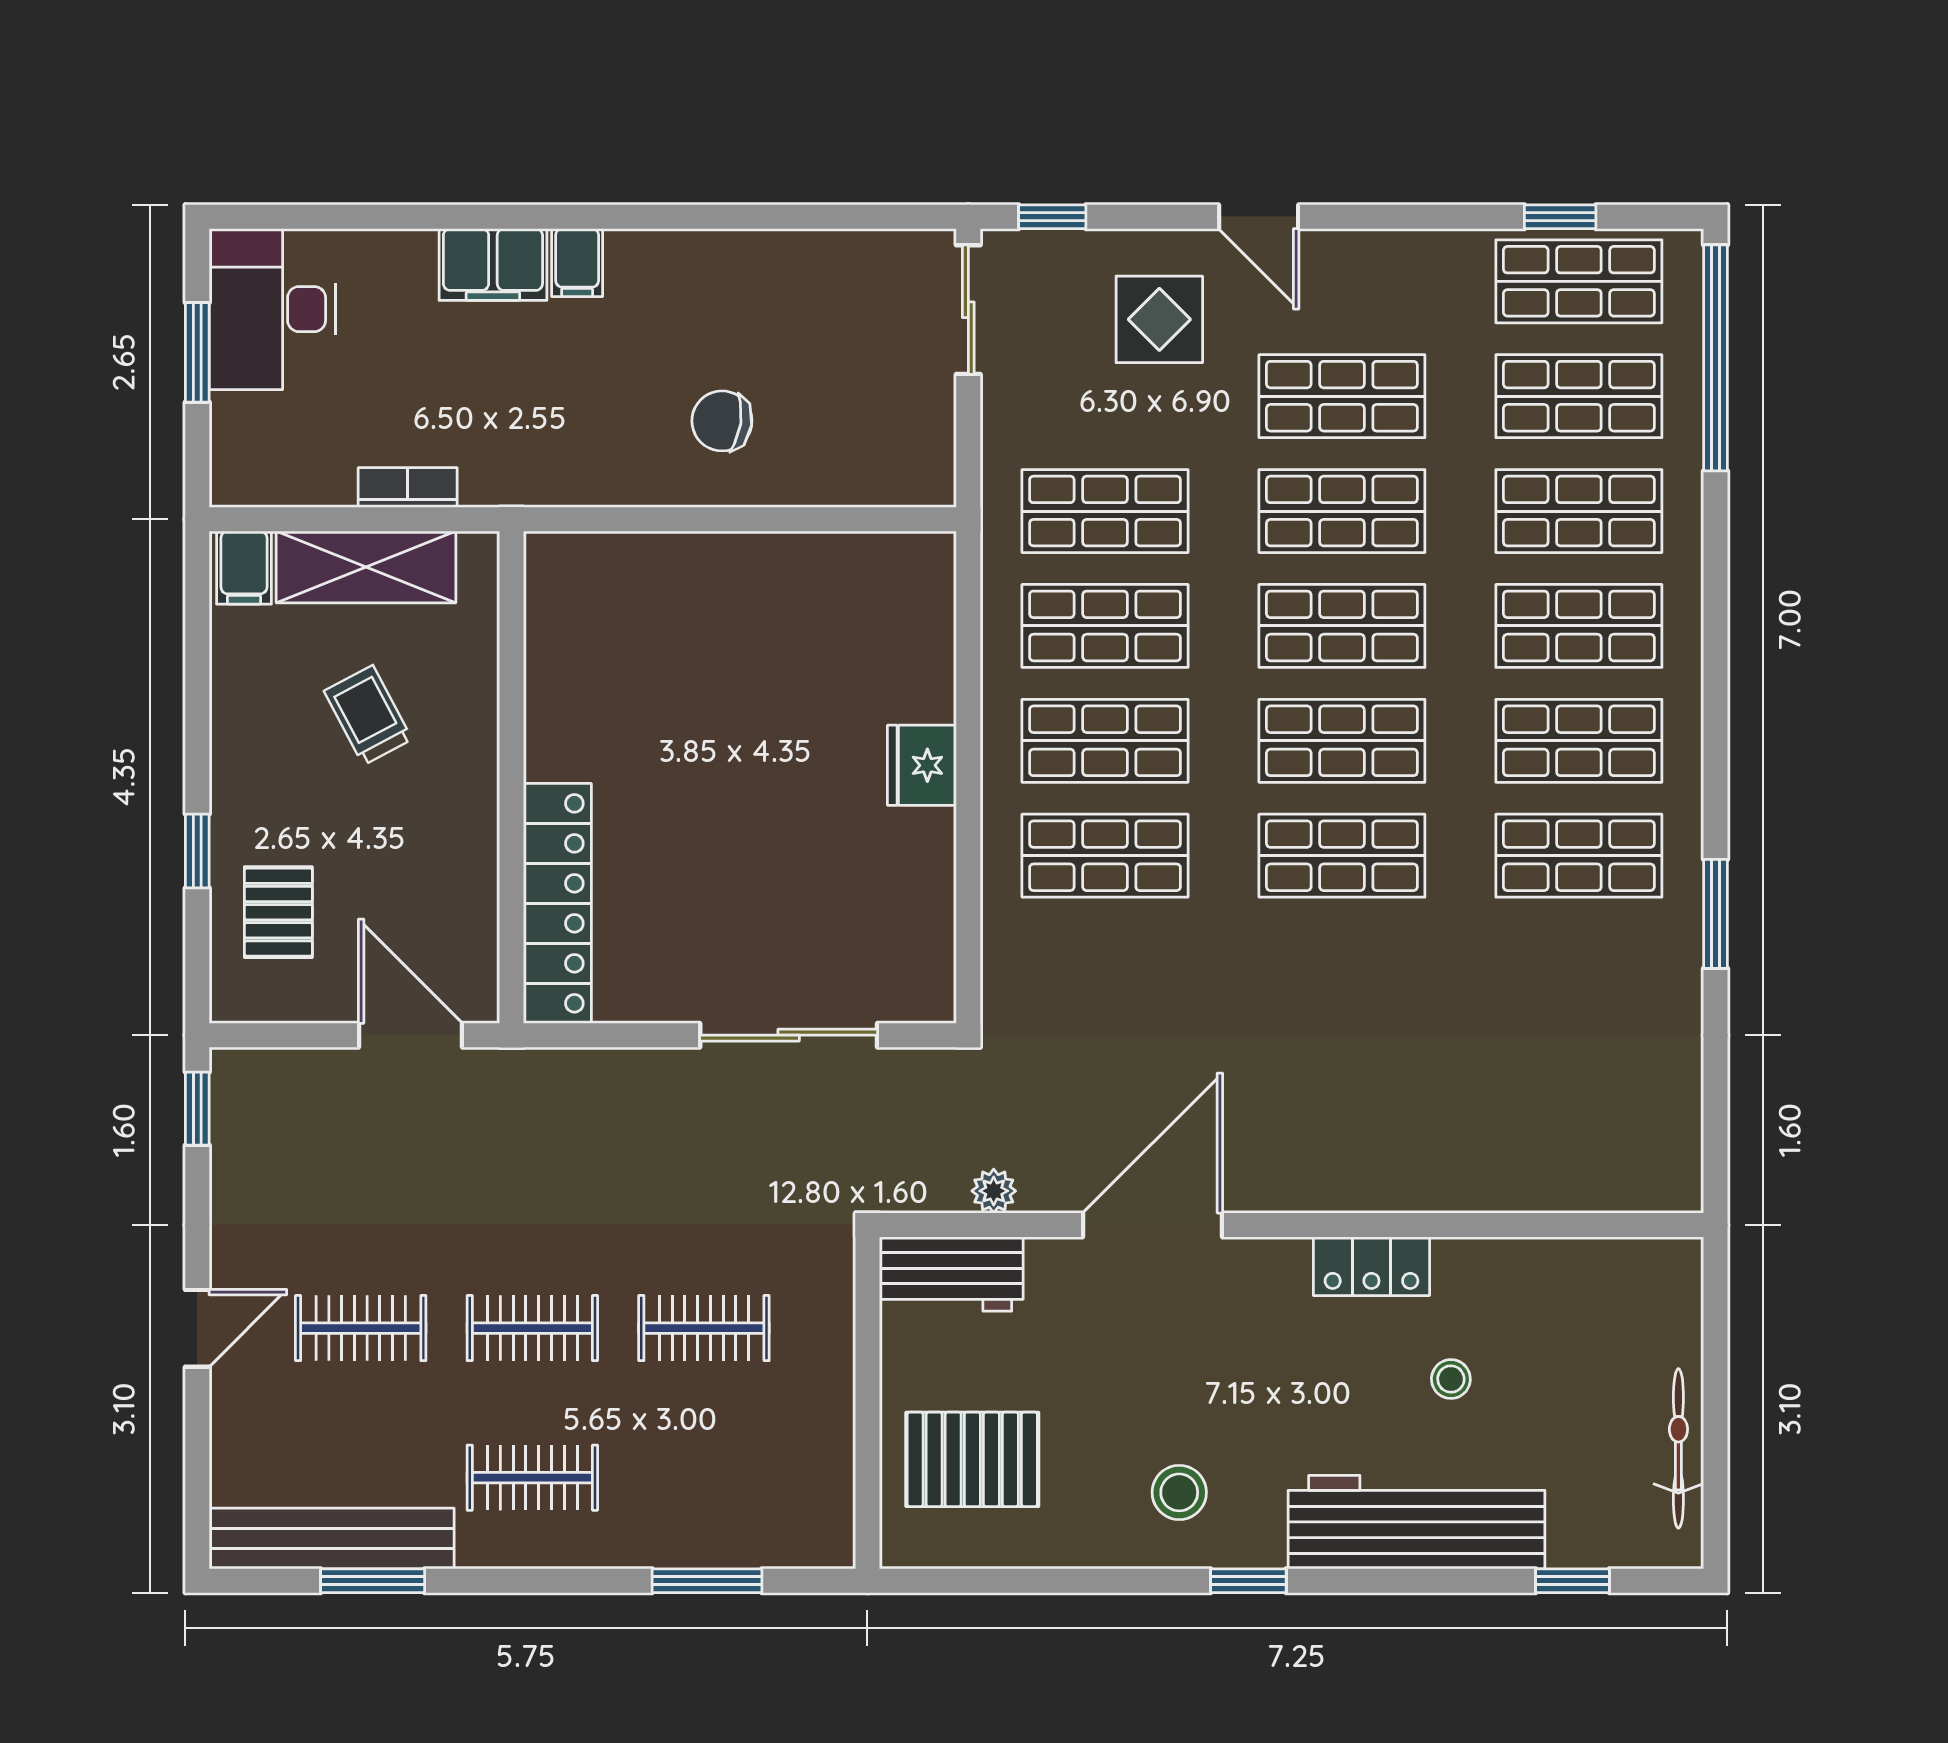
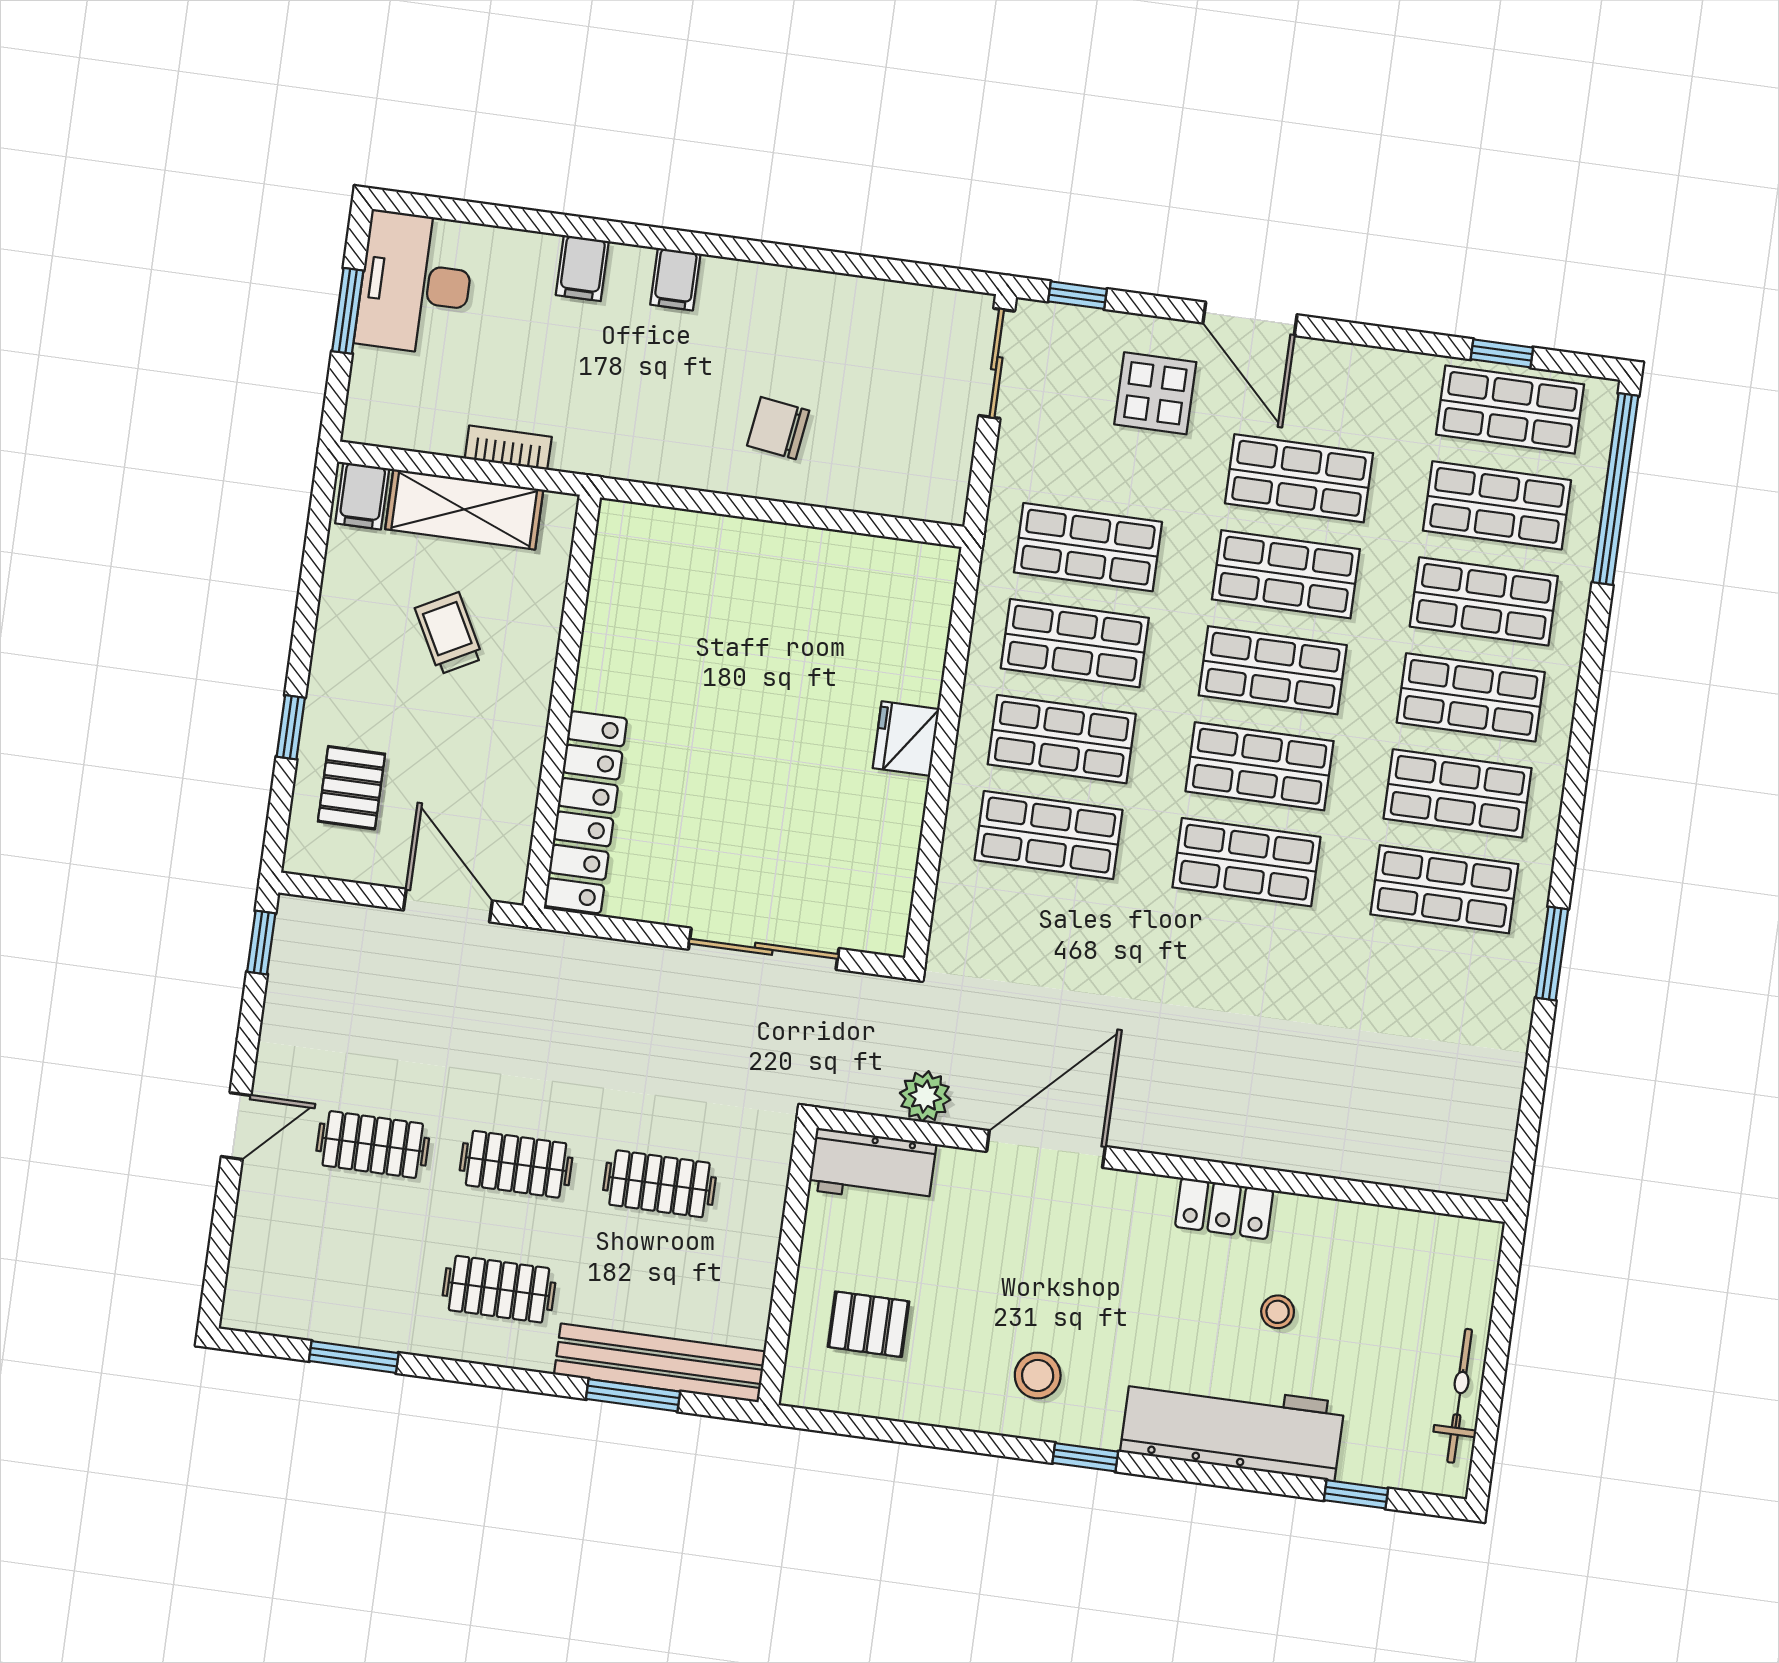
door: (1259, 217) -> (1250, 319), width x1.38
filing cabinet: (493, 265) -> (582, 268), width x0.50
plant: (994, 1191) -> (925, 1096), width x1.38, depth x1.38
pallet: (972, 1459) -> (869, 1324), width x0.67, depth x0.71
bench: (332, 1538) -> (660, 1363), moved

